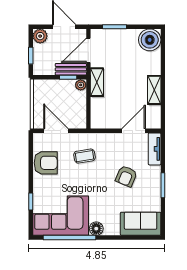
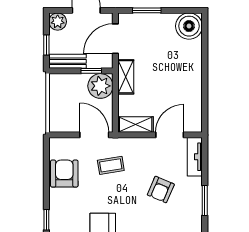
bench: (71, 69) -> (67, 61), moved
plant: (81, 85) -> (100, 86), width x1.88, depth x1.88
shelving: (154, 90) -> (136, 125), moved, turned 90
door: (56, 131) -> (94, 135), moved
armchair: (46, 163) -> (64, 174), turned -90

